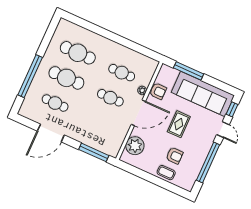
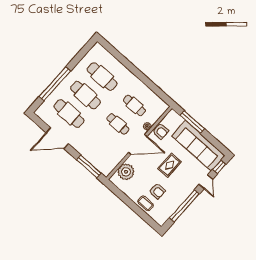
cafe table: (55, 103) -> (69, 114), width x1.37, depth x1.35

